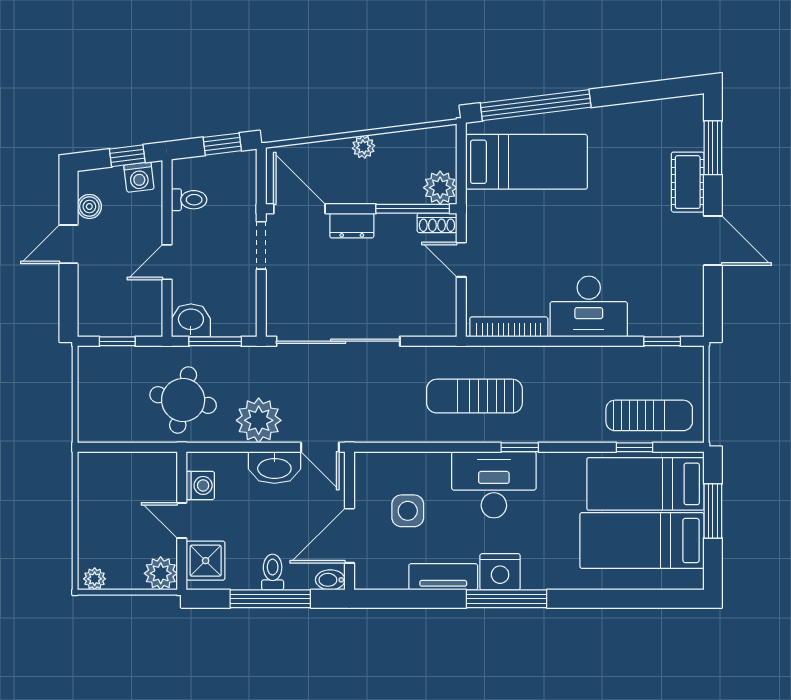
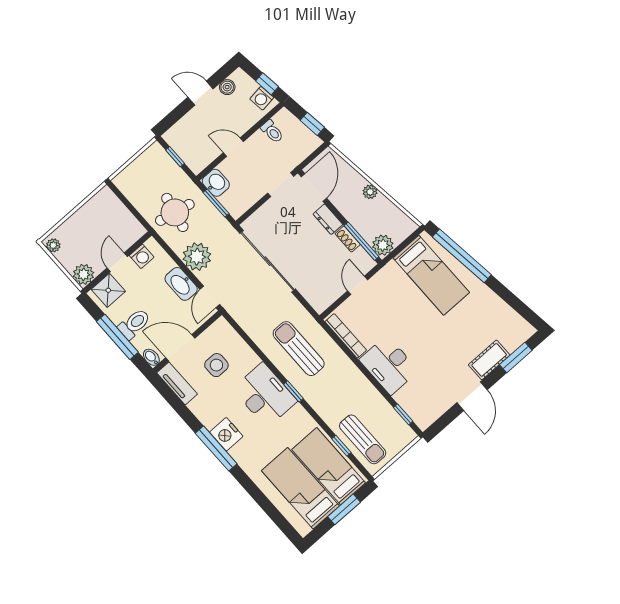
shoe rack: (437, 223) -> (348, 239), moved
toilet: (273, 572) -> (134, 324), width x1.37, depth x1.39
tv unit: (443, 577) -> (177, 383), moved

